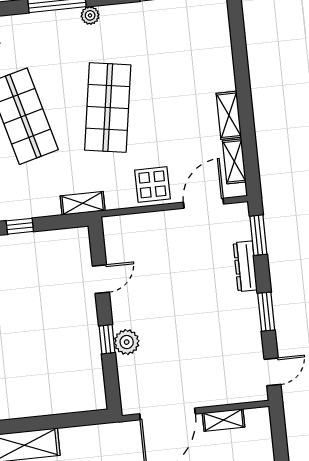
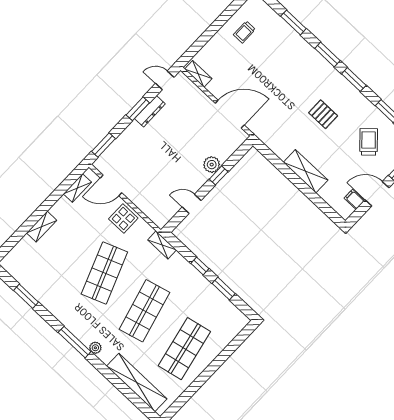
plant: (90, 15) -> (95, 348), moved
shop shelf: (108, 107) -> (104, 273), turned -30
shelving: (229, 115) -> (42, 227), moved
dresser: (245, 266) -> (150, 111), moved
shelving: (223, 420) -> (198, 74), moved

